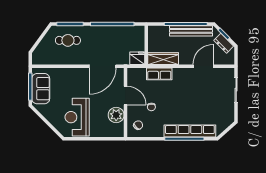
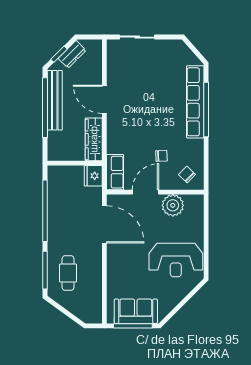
door: (203, 66) -> (104, 99), moved
row of seats: (159, 74) -> (115, 172), moved

